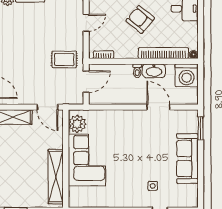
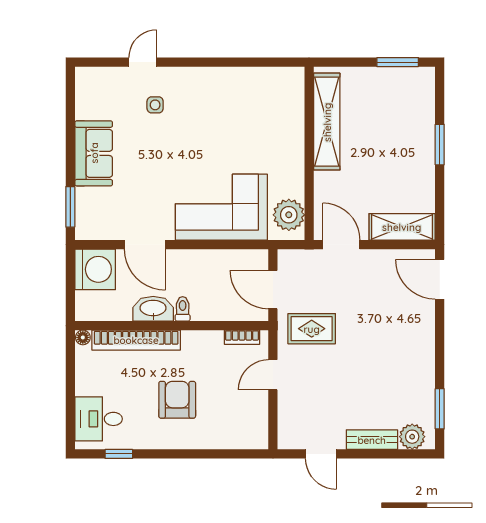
armchair: (140, 19) -> (177, 400), turned -130
door: (86, 23) -> (273, 375), moved
washing machine: (187, 75) -> (95, 269), moved, turned 90
door: (86, 82) -> (273, 290), hinge flipped
sofa: (187, 159) -> (94, 153), width x0.73
corner sofa: (87, 160) -> (221, 207), moved, turned 90

